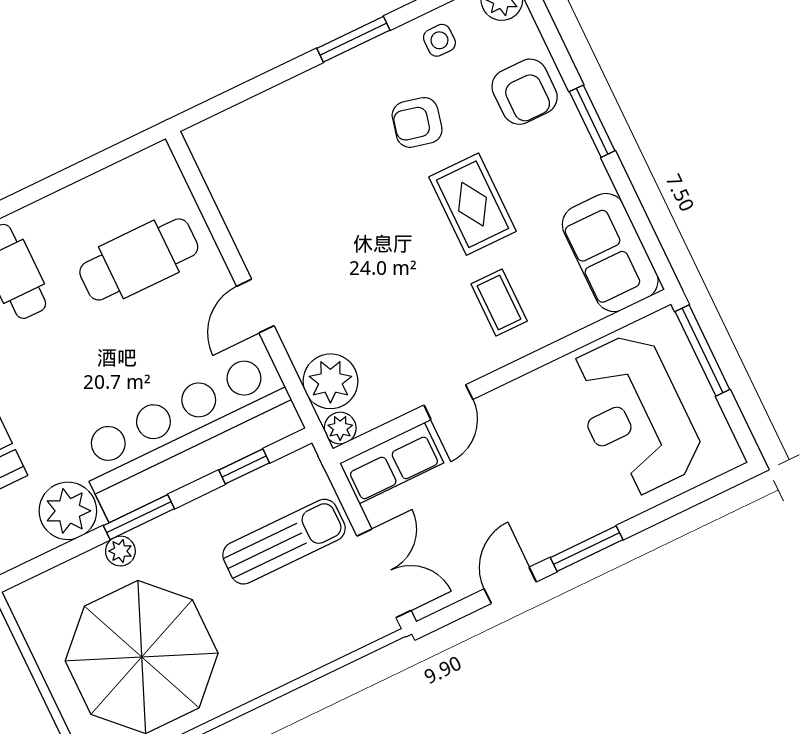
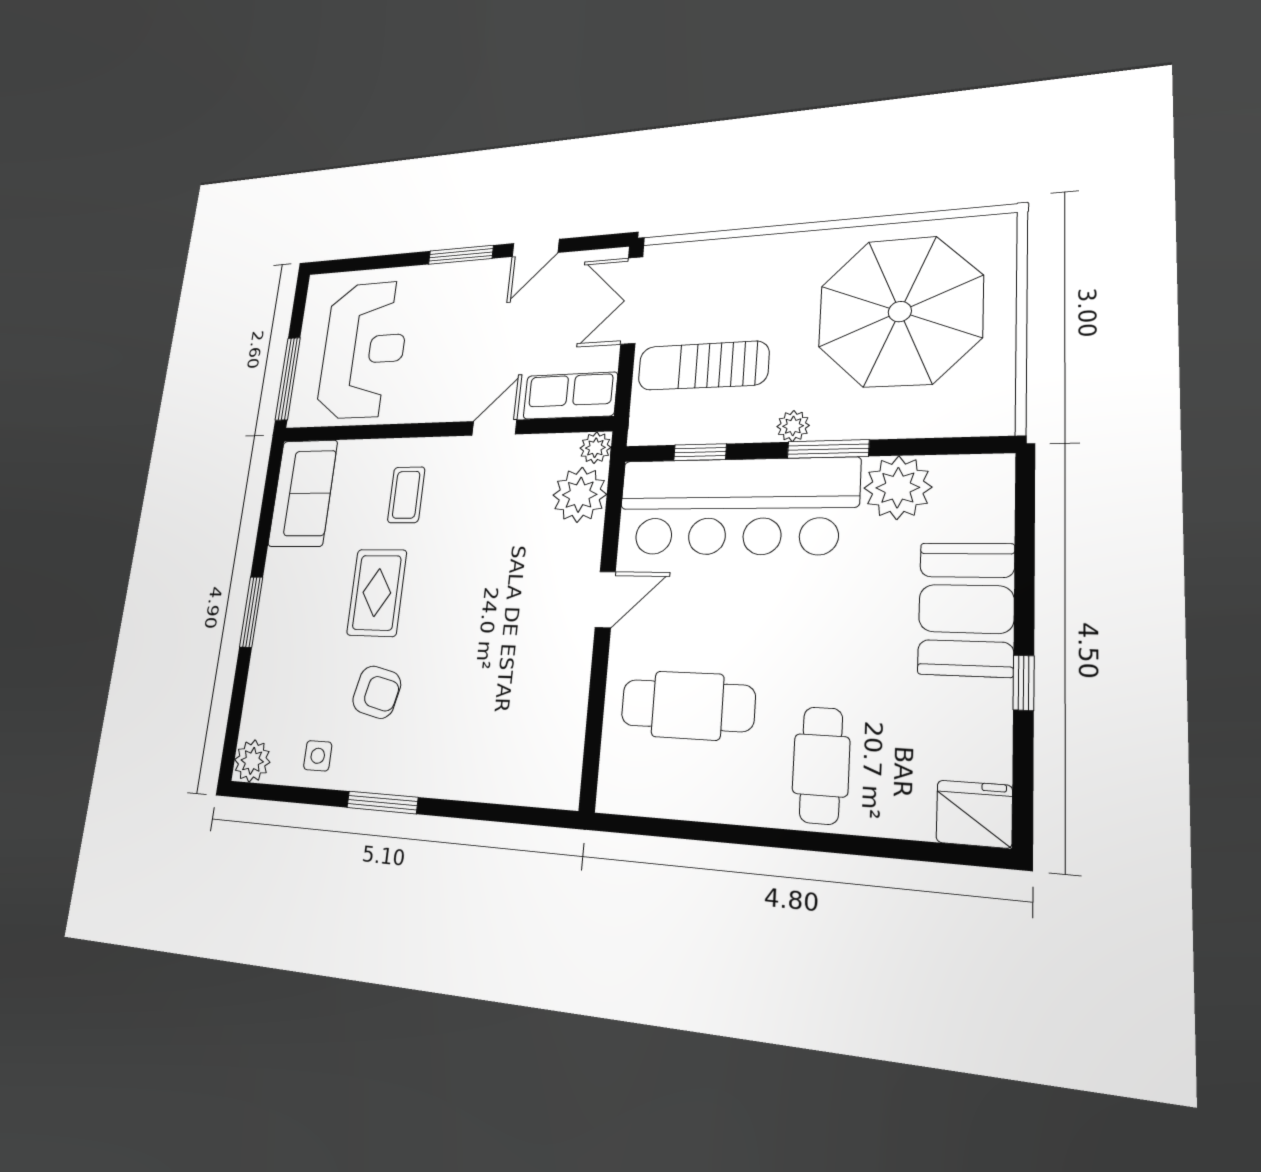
armchair: (525, 92) -> (283, 668), removed
plant: (120, 551) -> (793, 426), moved

